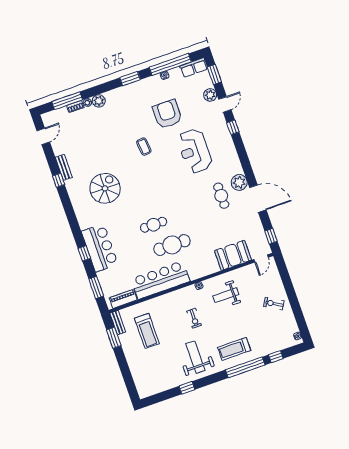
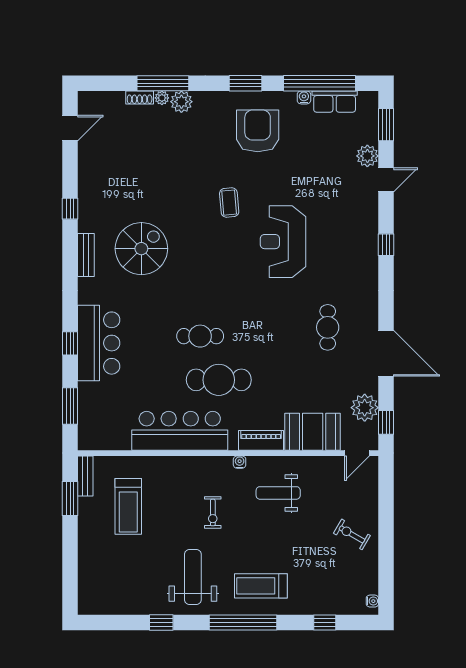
row of seats: (194, 68) -> (335, 102), moved
window: (67, 101) -> (163, 83), moved
armchair: (167, 114) -> (258, 131), moved
window: (233, 127) -> (386, 245), moved
reception desk: (195, 151) -> (283, 242), moved
bench: (64, 167) -> (86, 255), moved
plant: (239, 182) -> (365, 408), moved
piano: (123, 299) -> (261, 440), moved
window: (245, 367) -> (243, 622), moved

